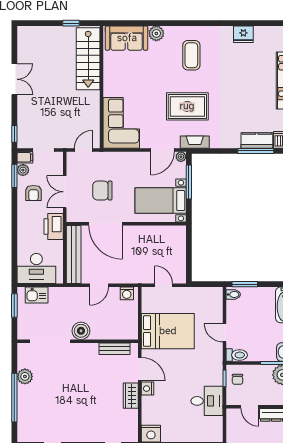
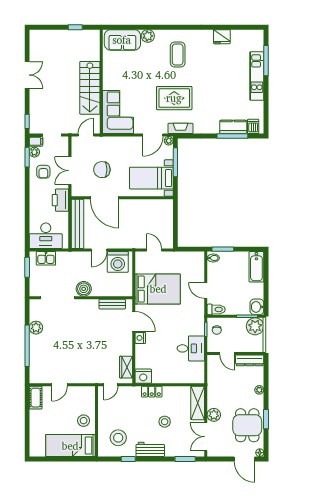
stairs: (88, 59) -> (90, 88), moved
washing machine: (127, 293) -> (118, 262), width x1.89, depth x1.89
wardrobe: (131, 396) -> (126, 367), moved

